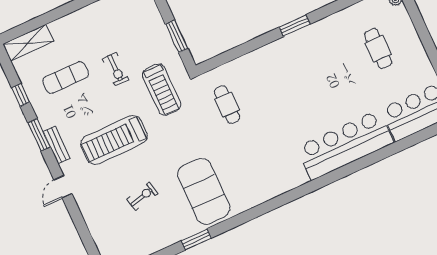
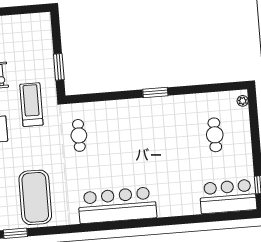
treadmill: (162, 90) -> (31, 105), turned 180
bar counter: (345, 145) -> (117, 205), moved

